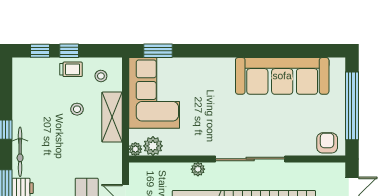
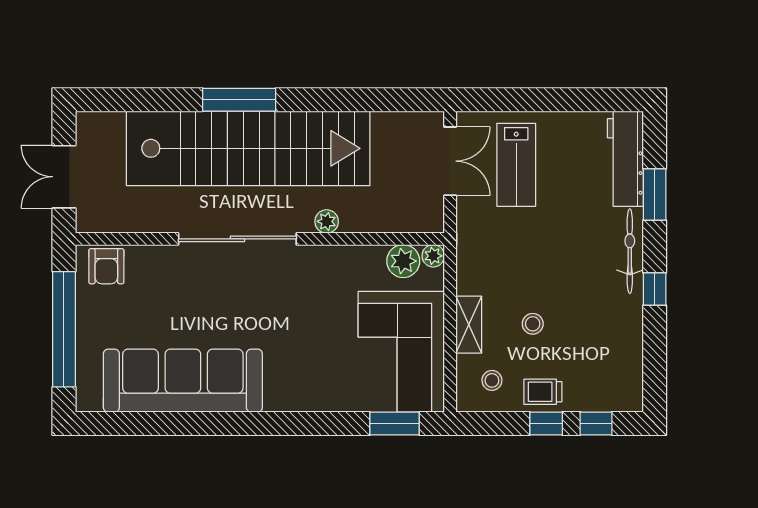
shelving: (112, 117) -> (469, 325), width x0.67, depth x0.75

